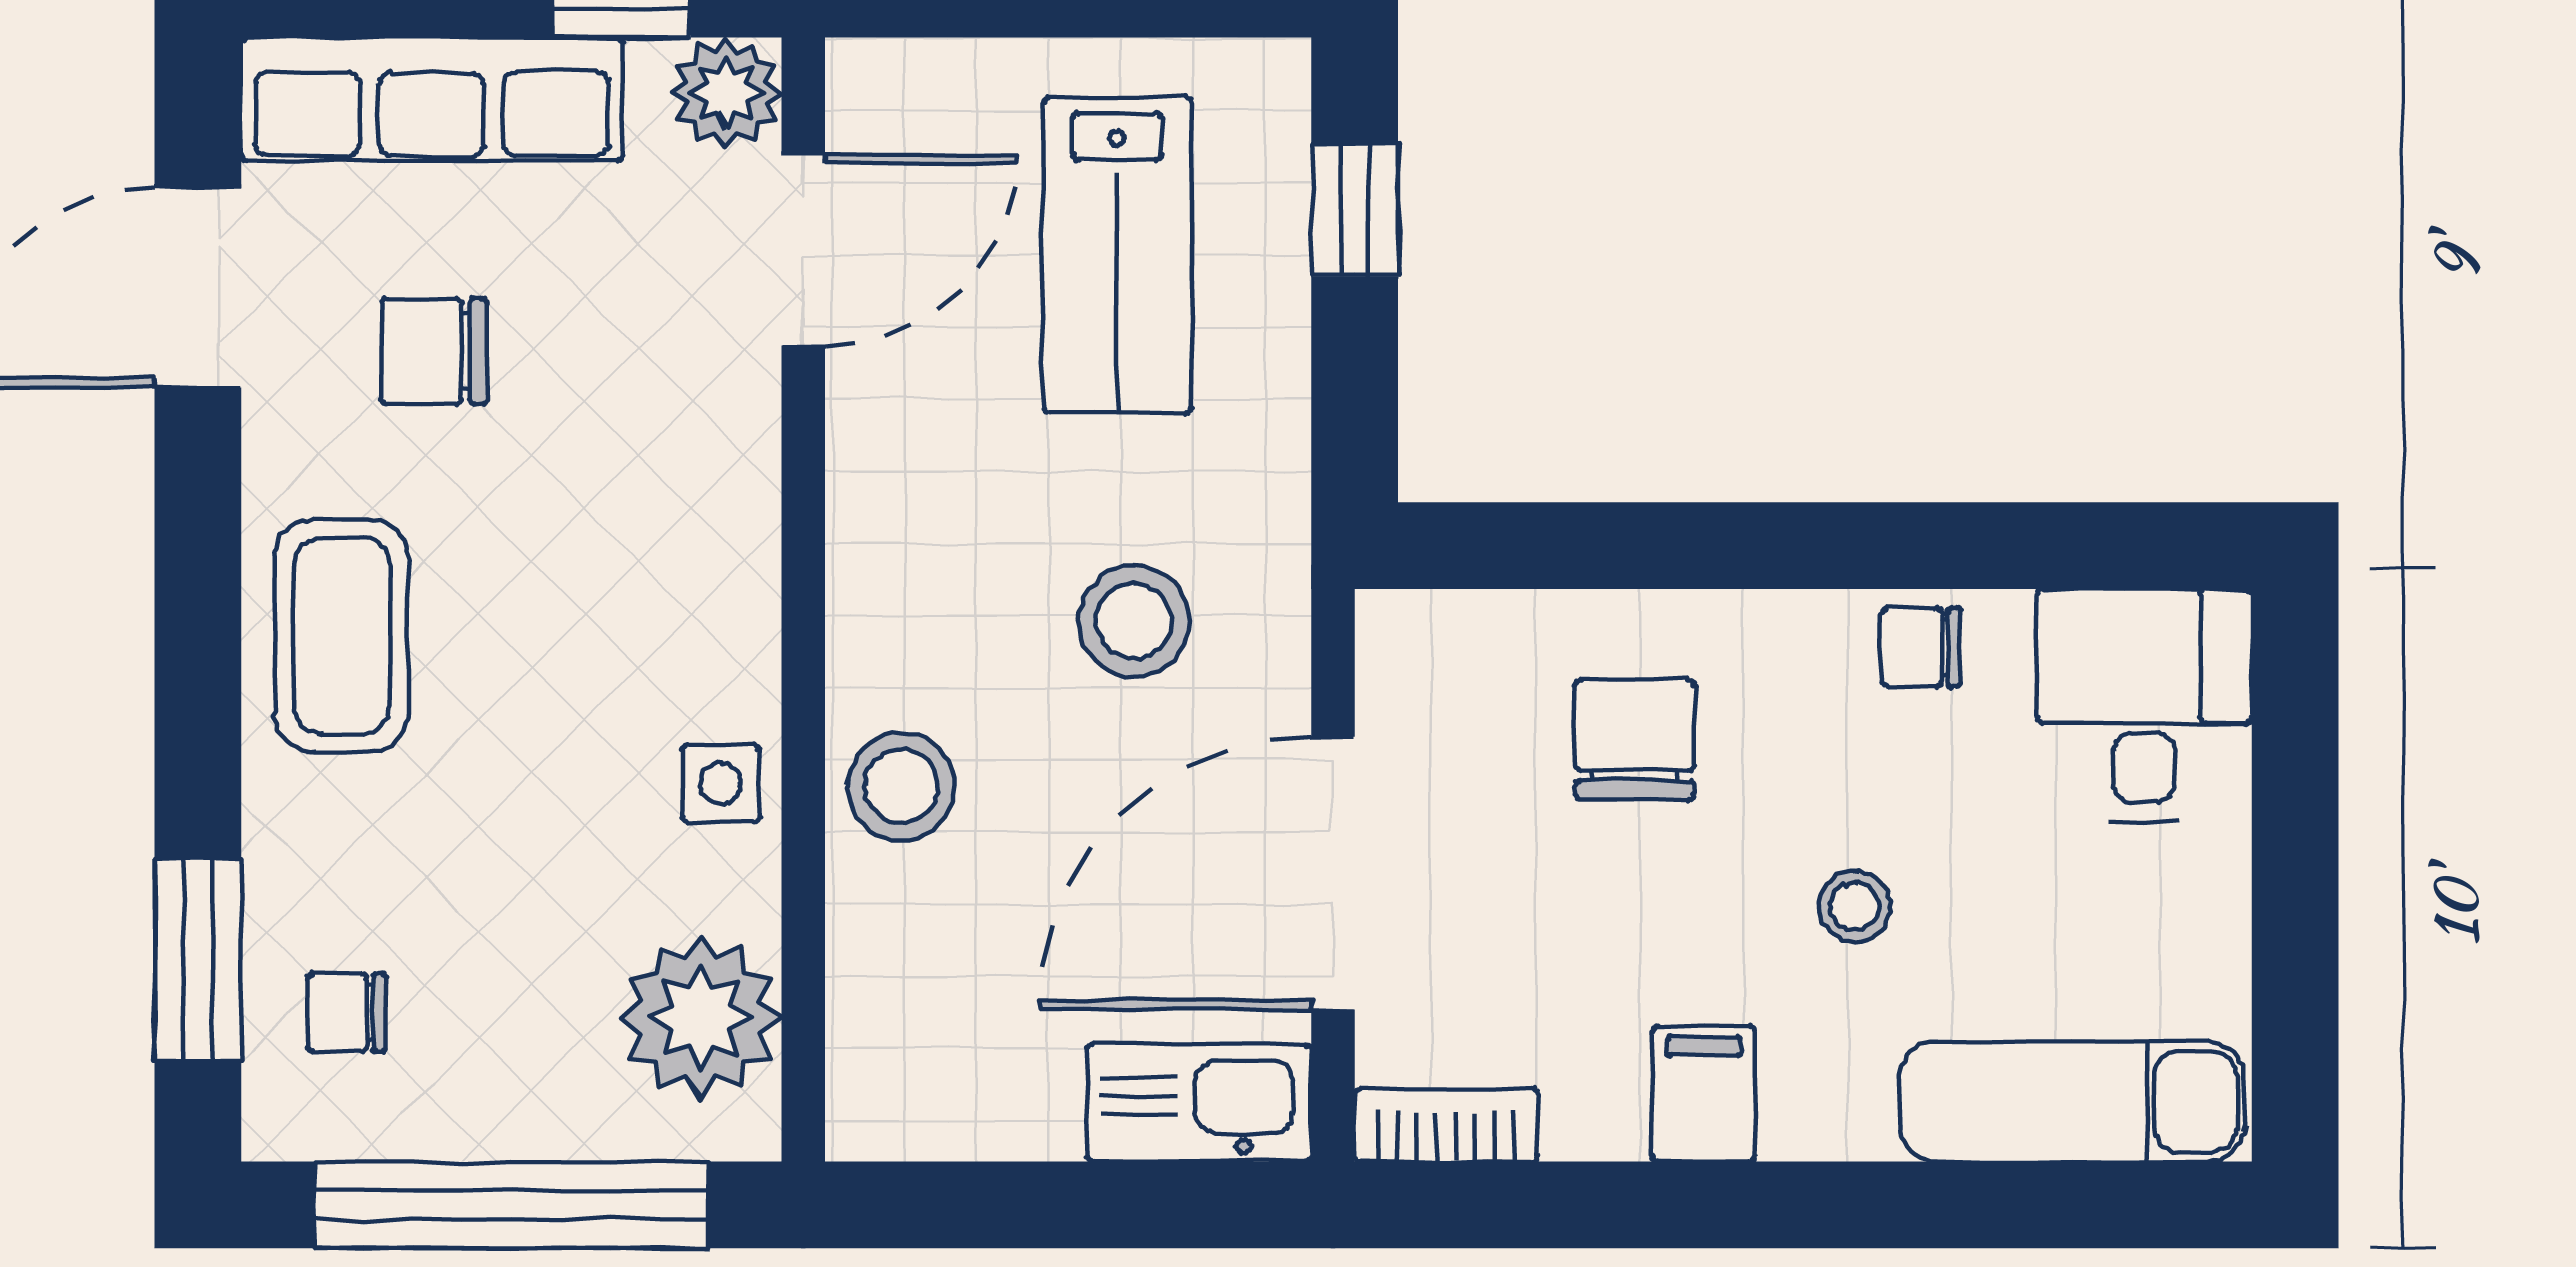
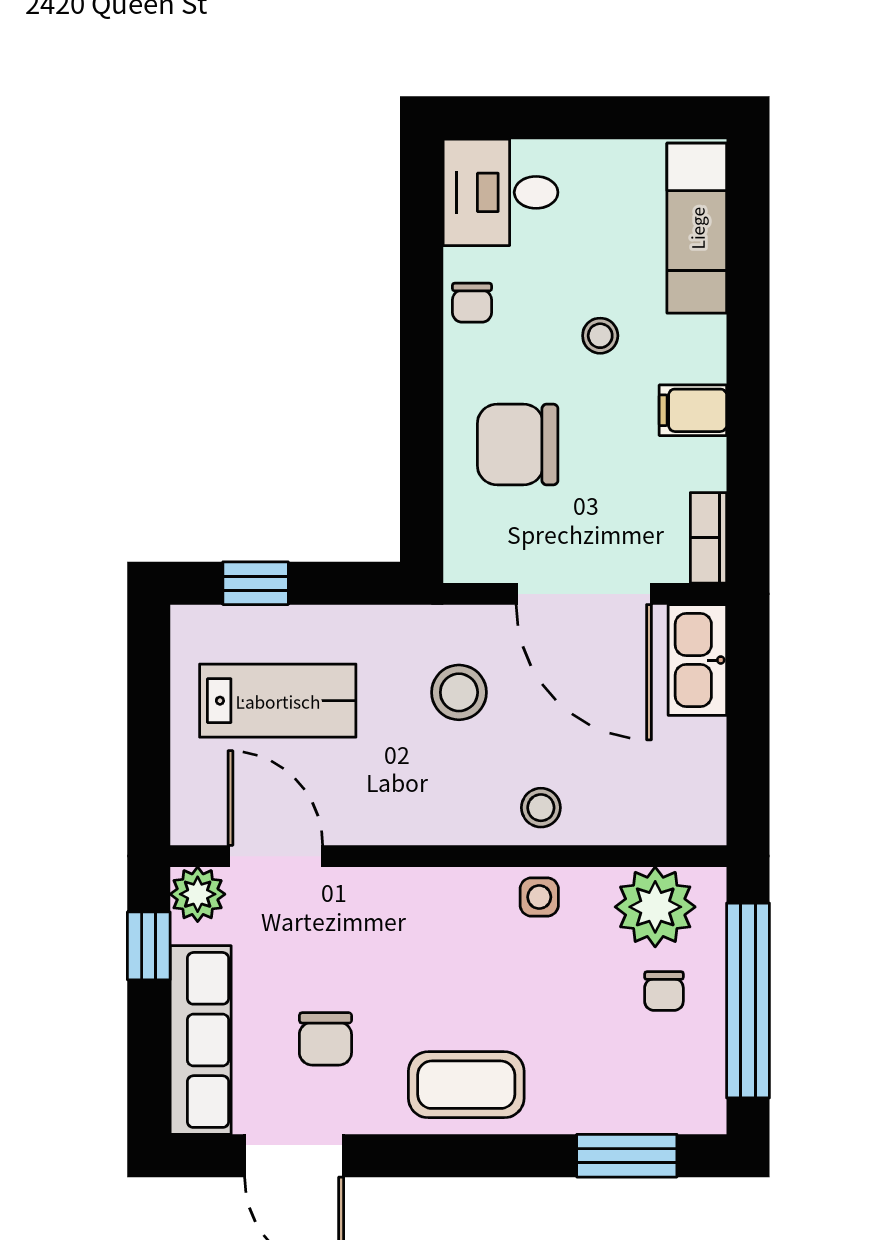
chair: (1635, 739) -> (518, 445), width x1.37, depth x1.37
stool: (901, 787) -> (541, 808), width x0.73, depth x0.73
chair: (346, 1013) -> (664, 991), moved

